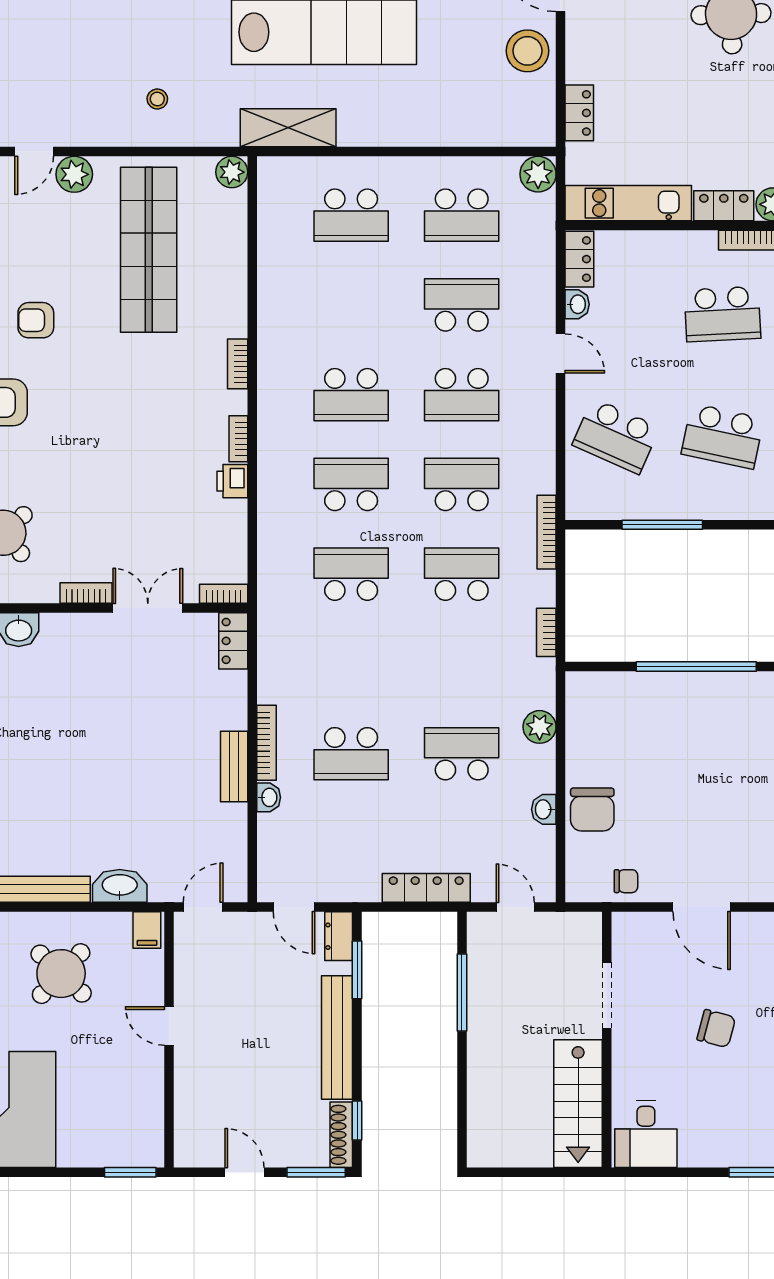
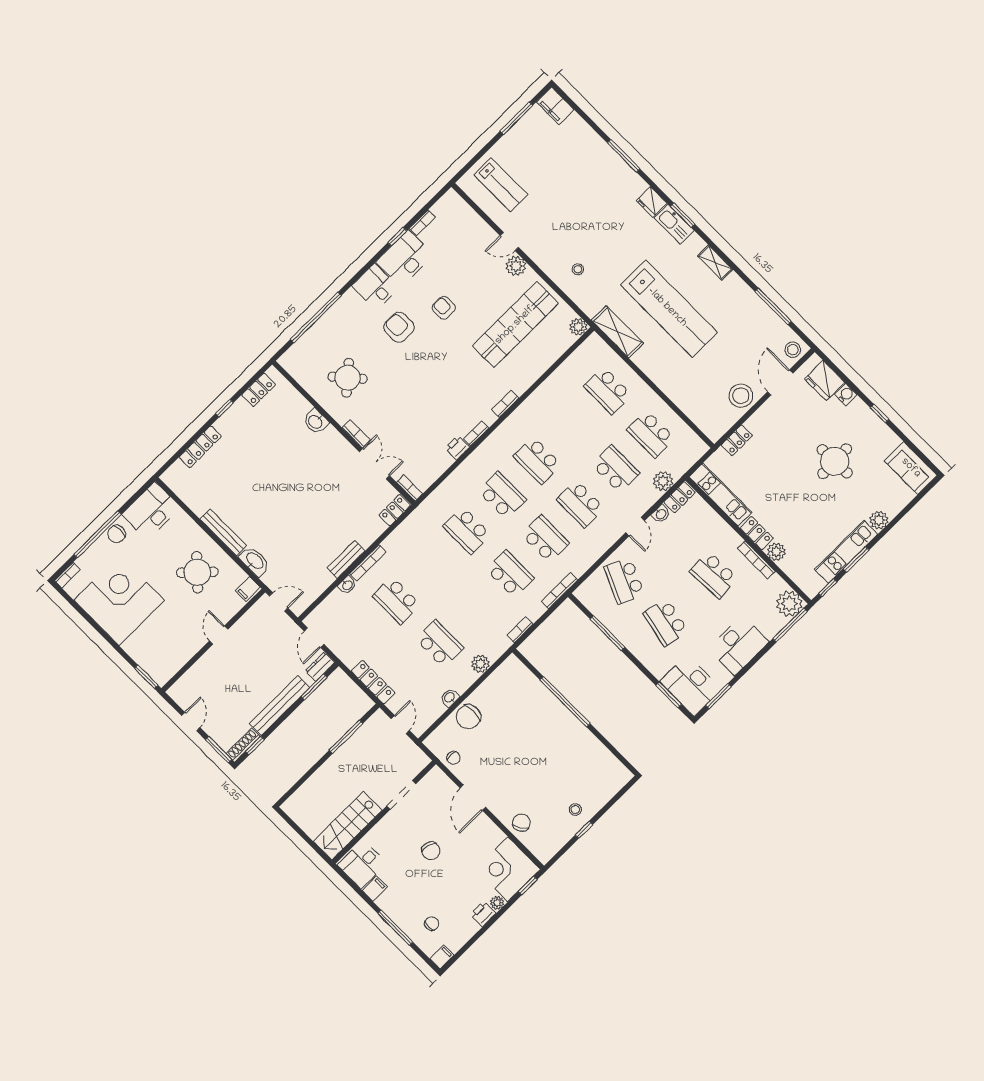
plant: (538, 174) -> (663, 481), moved
school desk: (351, 574) -> (467, 530), turned 180
filing cabinet: (693, 1149) -> (375, 889), added

